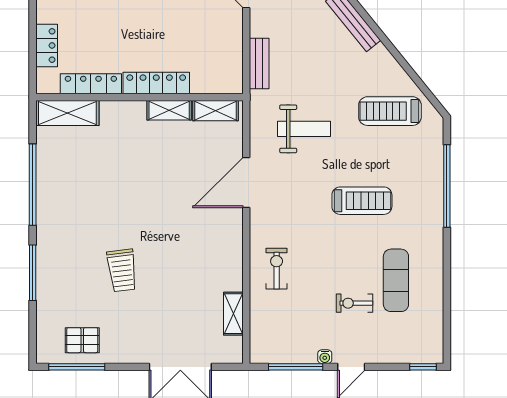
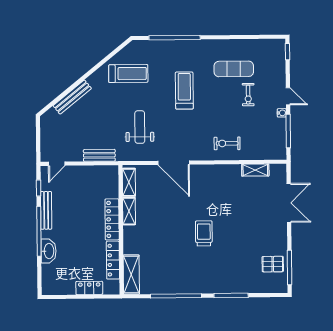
treadmill: (390, 111) -> (128, 74), turned -90
trolley: (122, 270) -> (204, 233), moved, turned -83
pallet: (82, 340) -> (273, 264), turned 90

